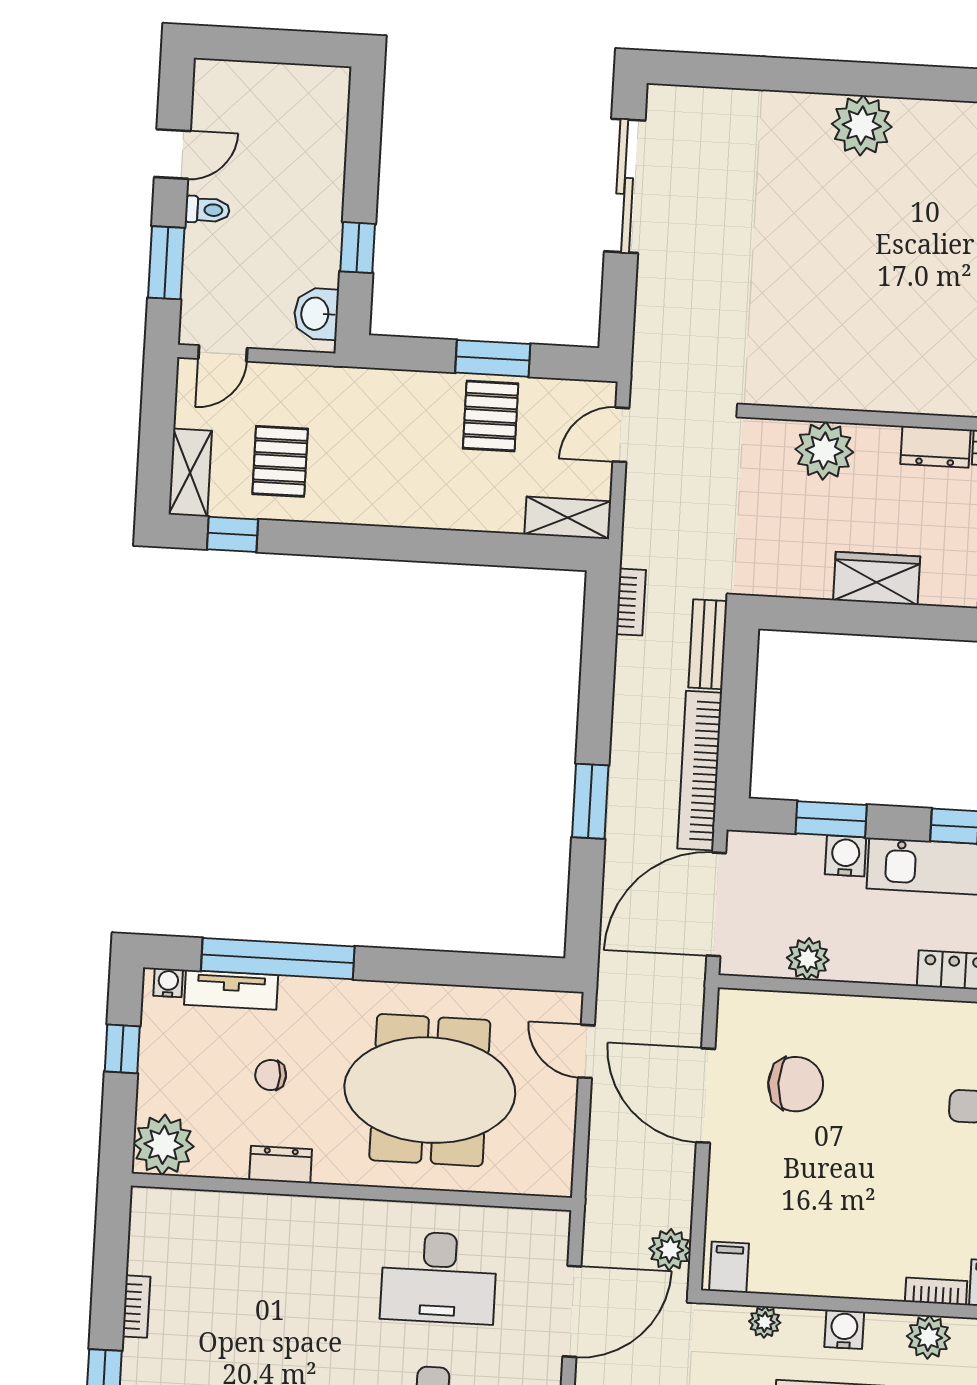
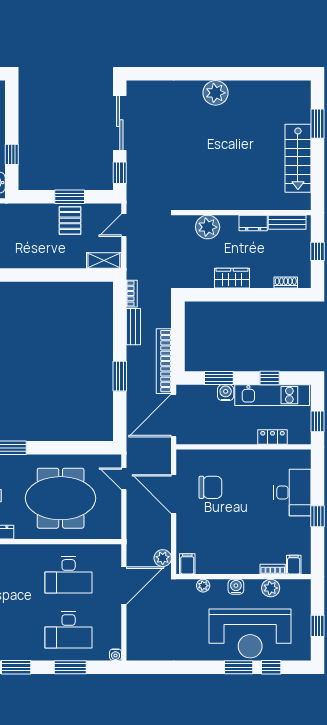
window: (618, 307) -> (120, 173), added
bench: (708, 644) -> (133, 327), moved
plant: (808, 959) -> (213, 436), removed

